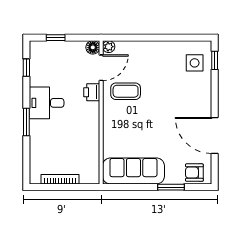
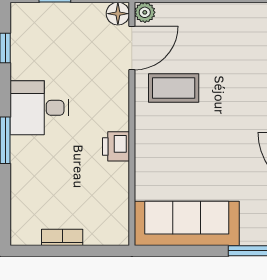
printer: (92, 92) -> (116, 146), moved
bookcase: (60, 179) -> (62, 237), width x0.64

